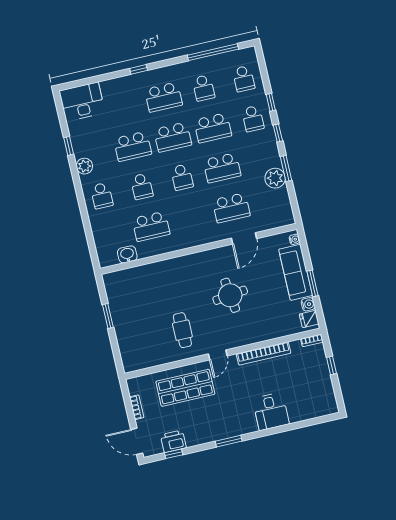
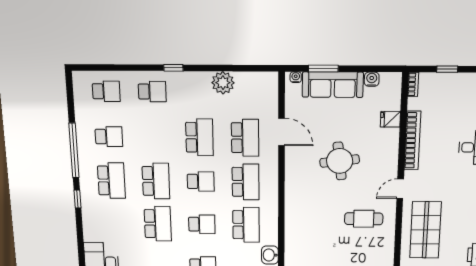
window: (213, 52) -> (74, 151), moved
window: (271, 102) -> (138, 68), removed
school desk: (213, 128) -> (246, 182), moved
window: (286, 169) -> (215, 68), removed
window: (313, 283) -> (323, 69), moved
fridge: (309, 319) -> (390, 119), moved, turned 90
door: (218, 355) -> (400, 189), swing flipped

